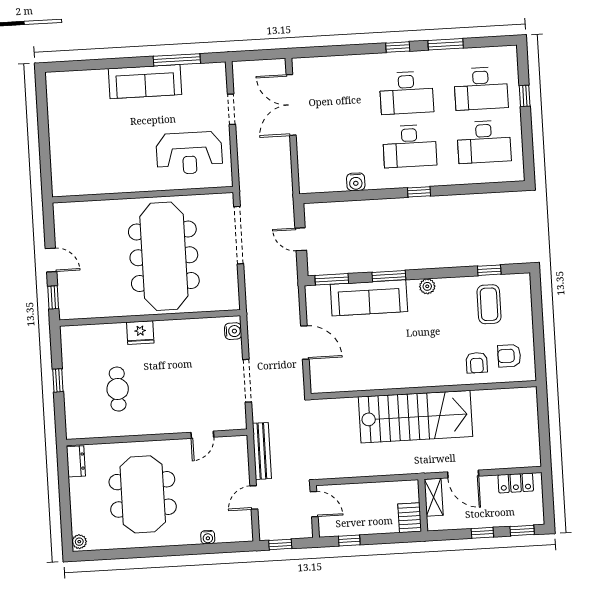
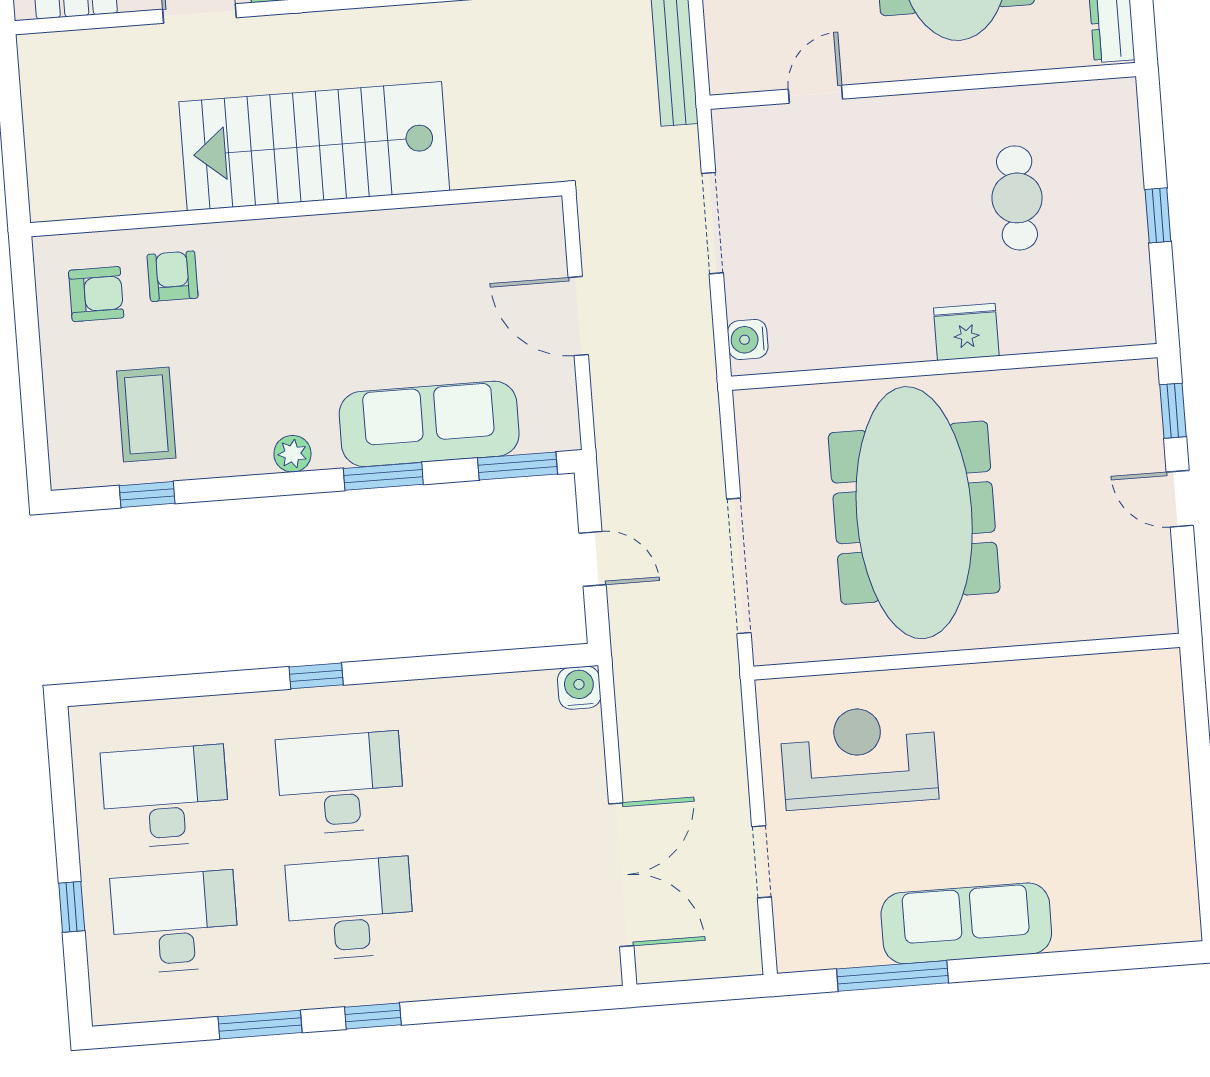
water cooler: (356, 182) -> (579, 688), moved

